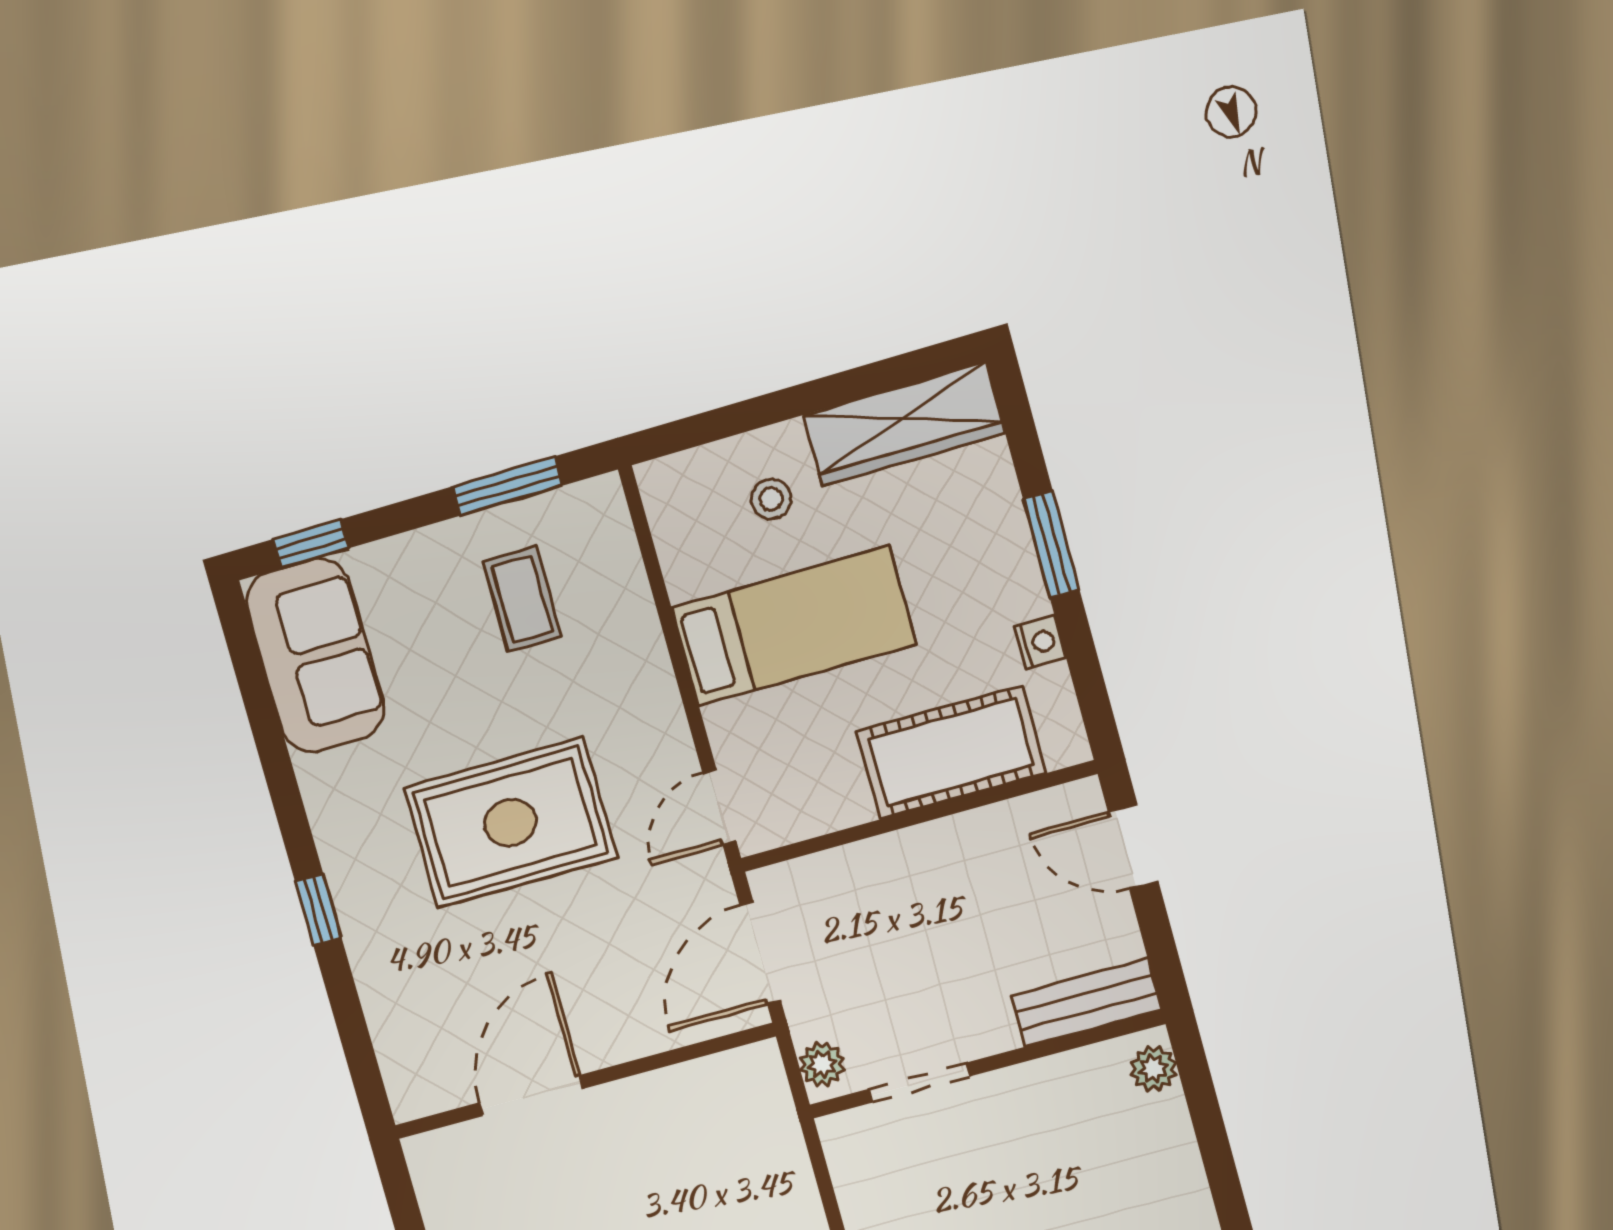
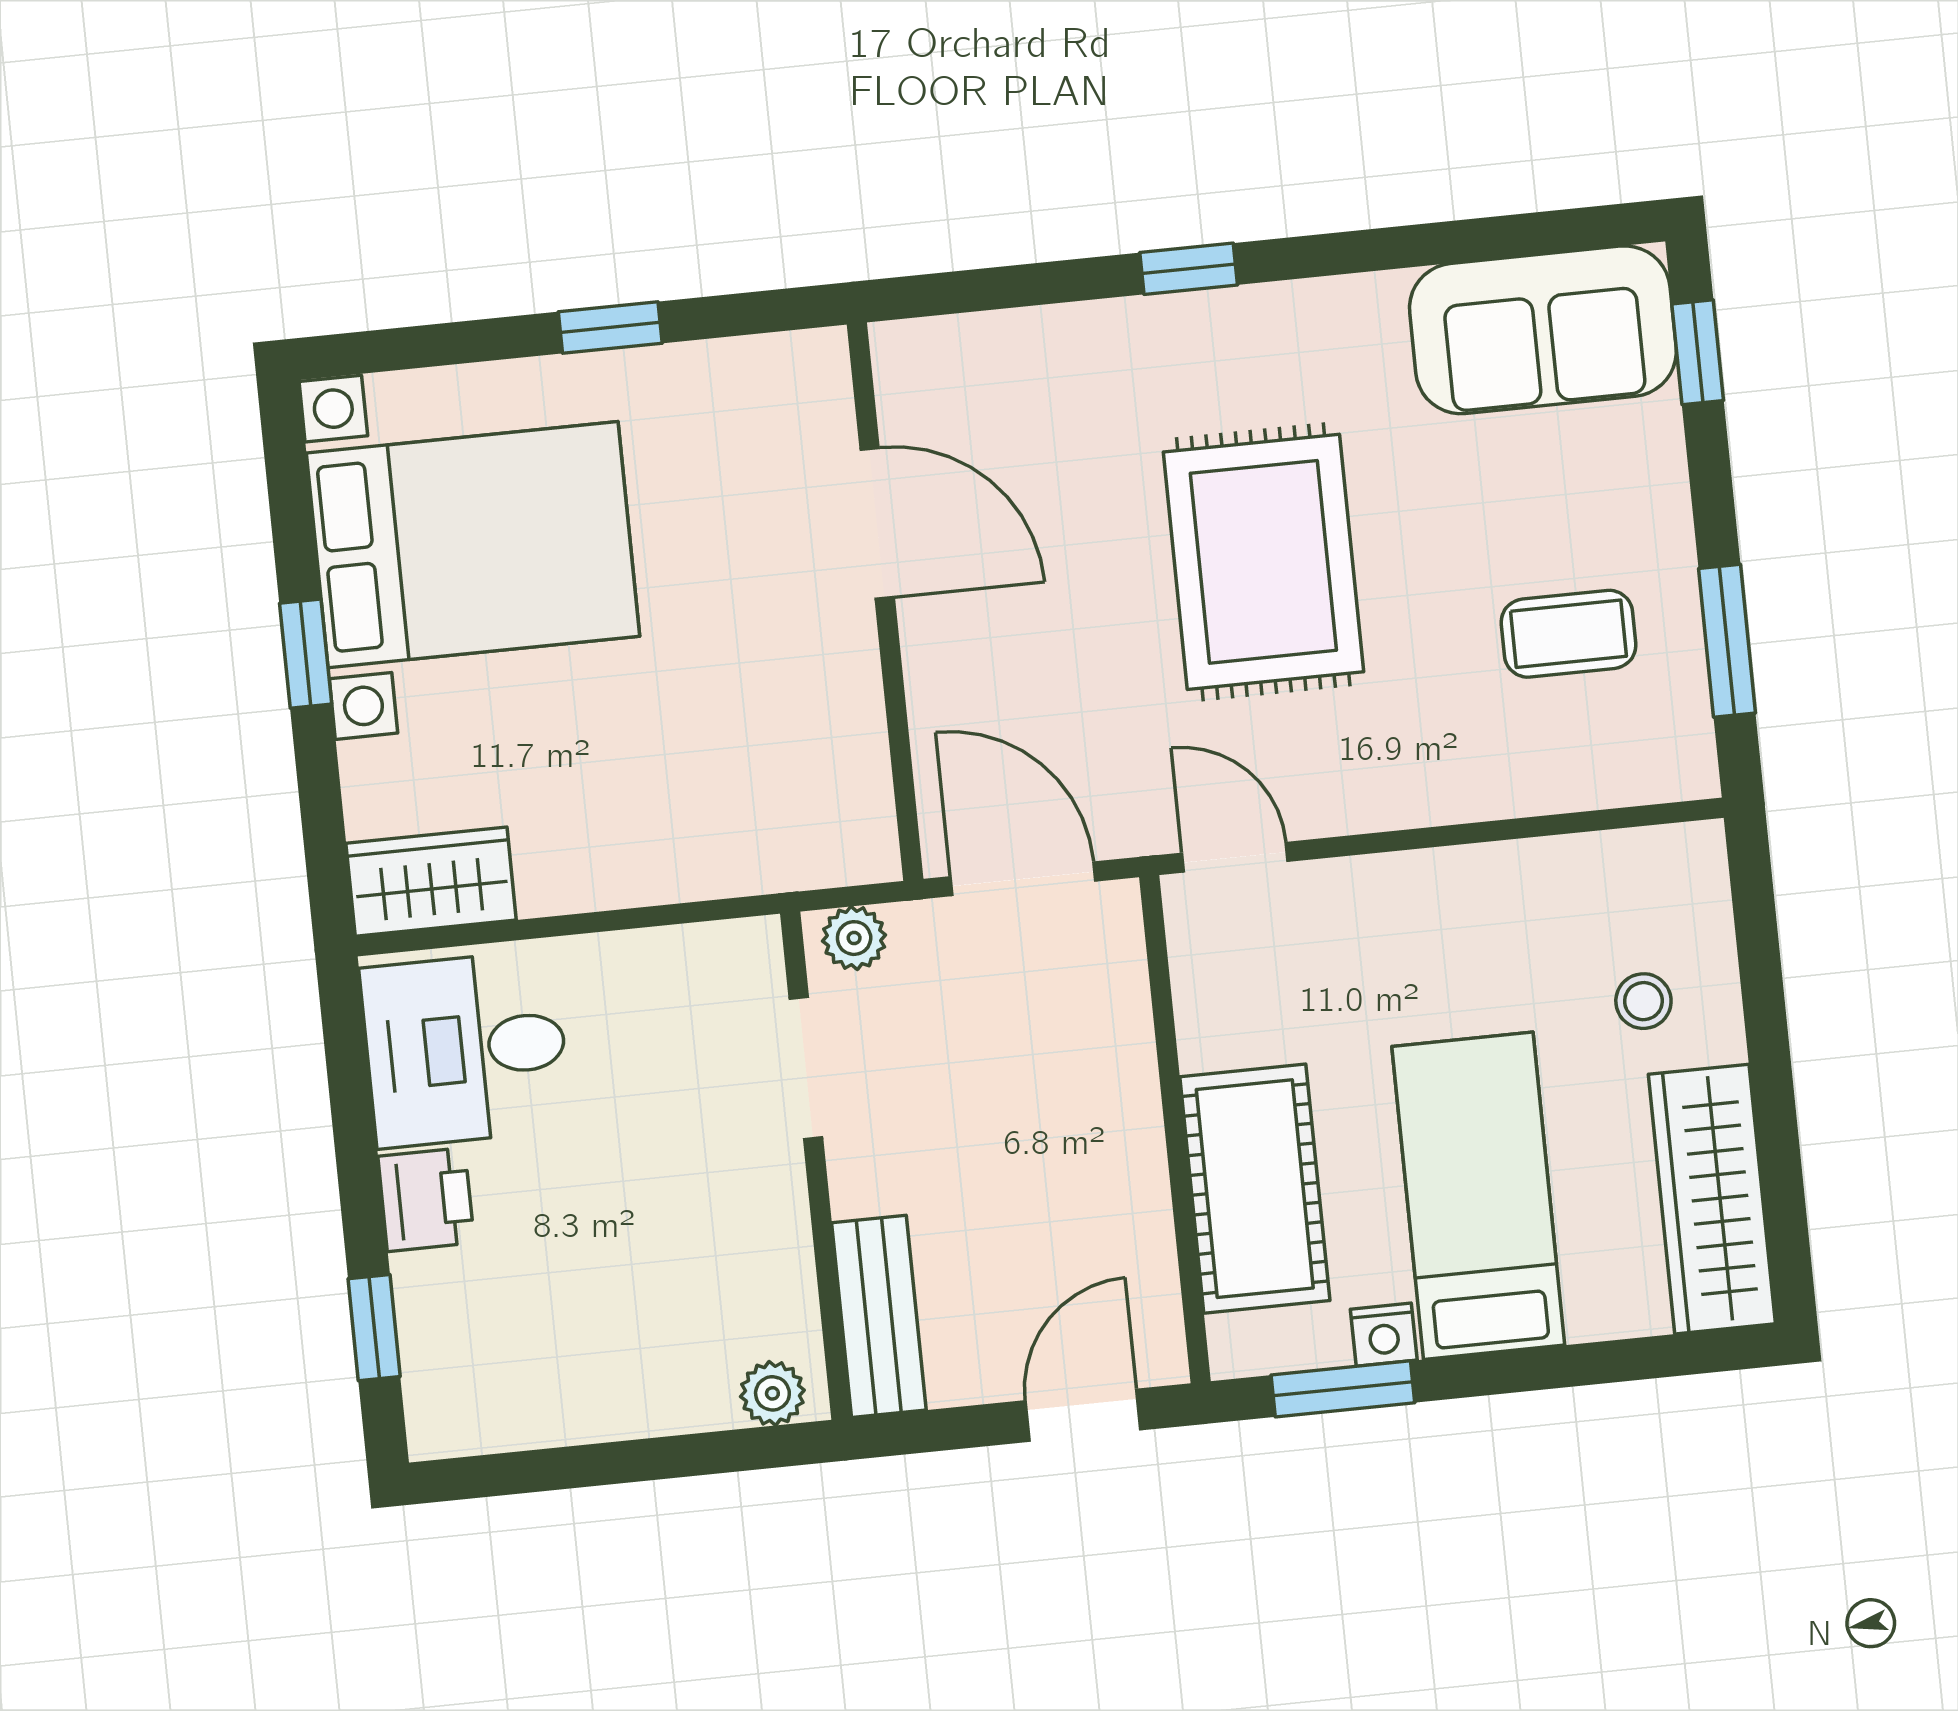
window: (1051, 544) -> (1343, 1389), moved
bed: (794, 626) -> (1478, 1196), moved, turned 180

